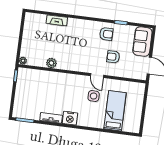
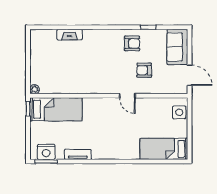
plant: (51, 63) -> (70, 87), removed
bed: (38, 79) -> (56, 109), added
side table: (94, 96) -> (179, 112), moved
bed: (115, 111) -> (164, 149), moved, turned -90
nightstand: (70, 118) -> (46, 152), moved

